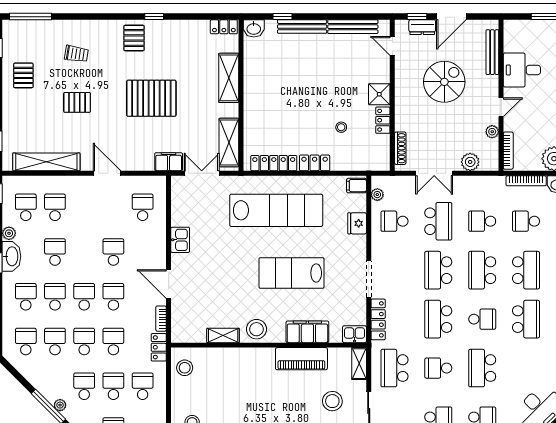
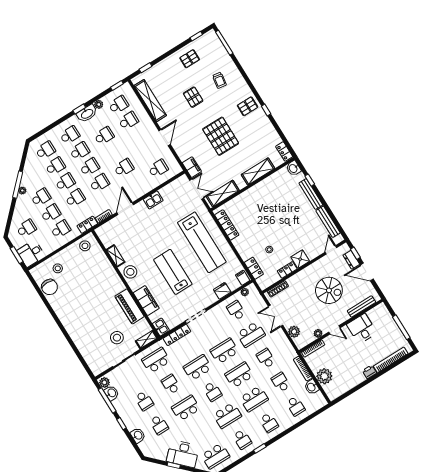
locker: (315, 163) -> (254, 268), moved

